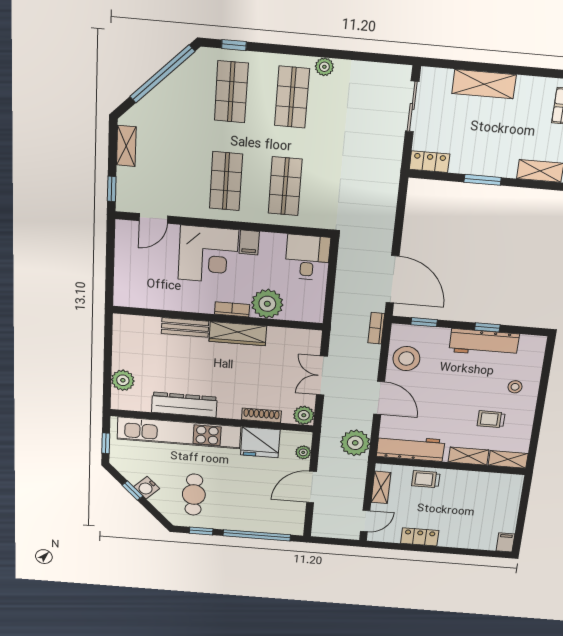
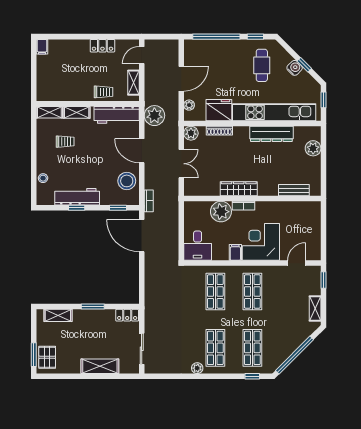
bench: (185, 327) -> (294, 190), moved
stool: (515, 387) -> (43, 178), moved

